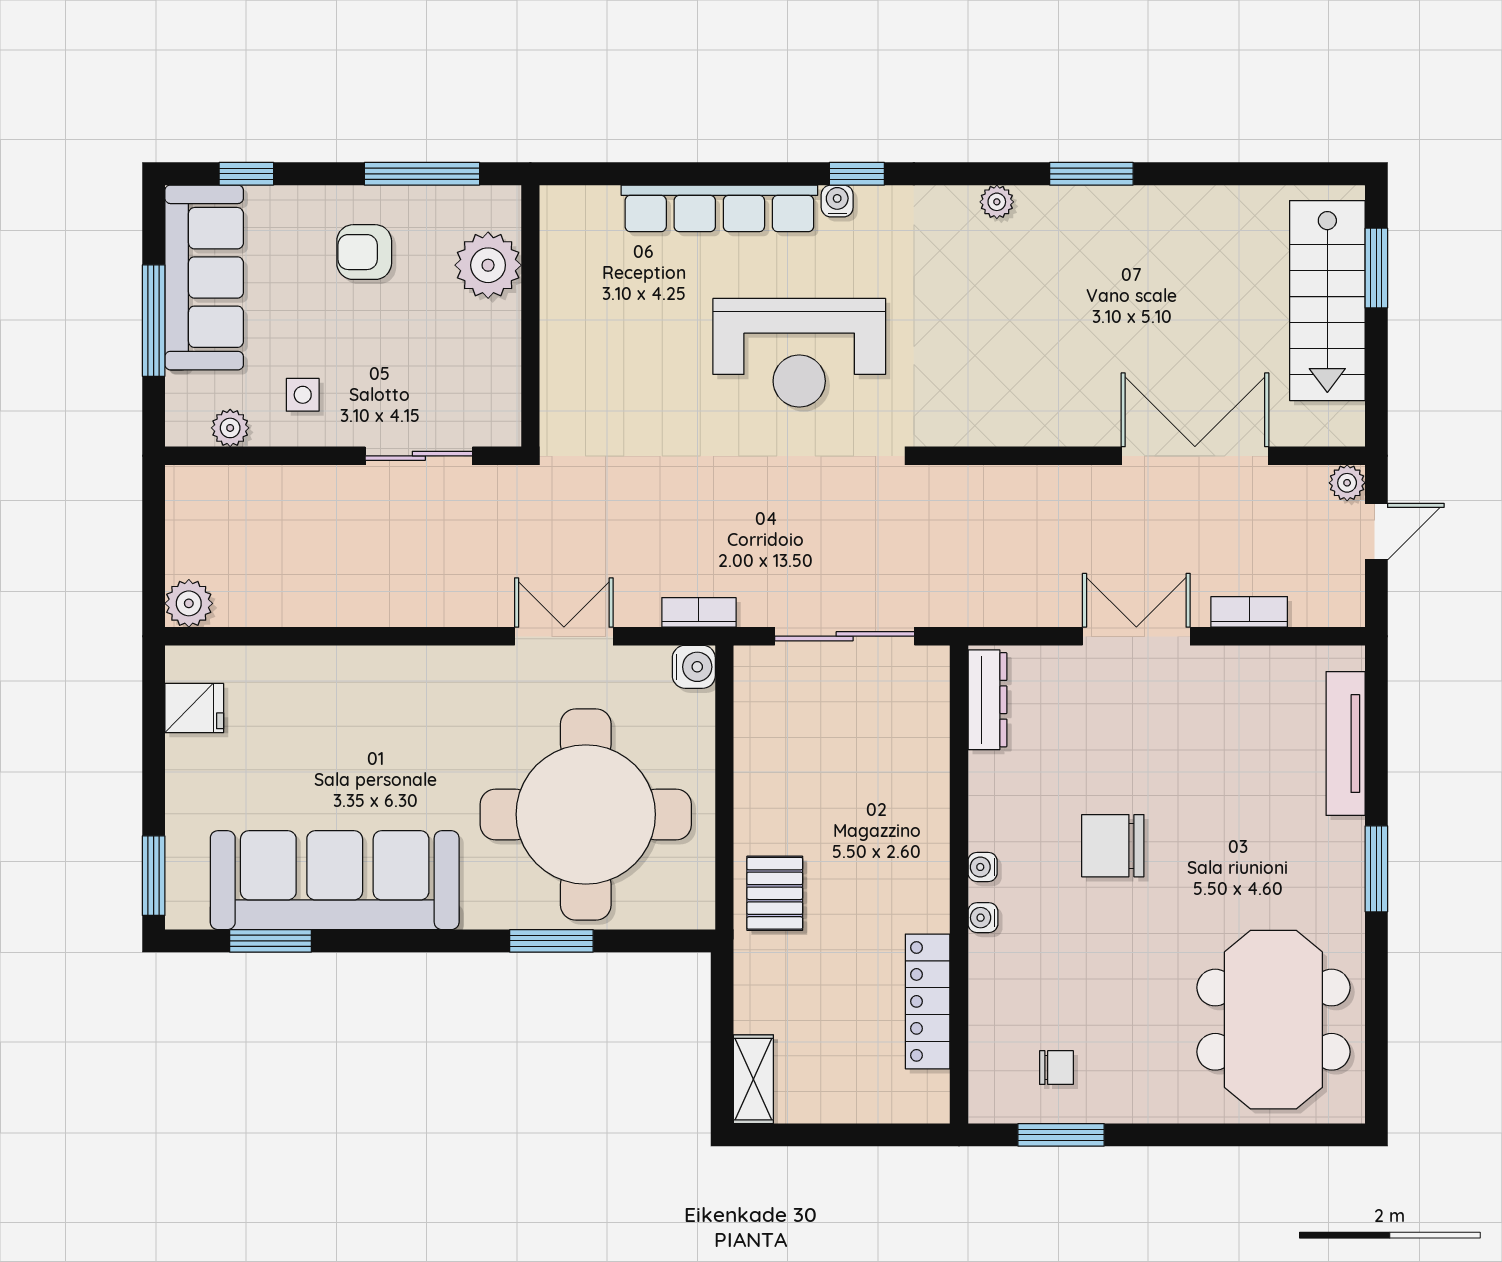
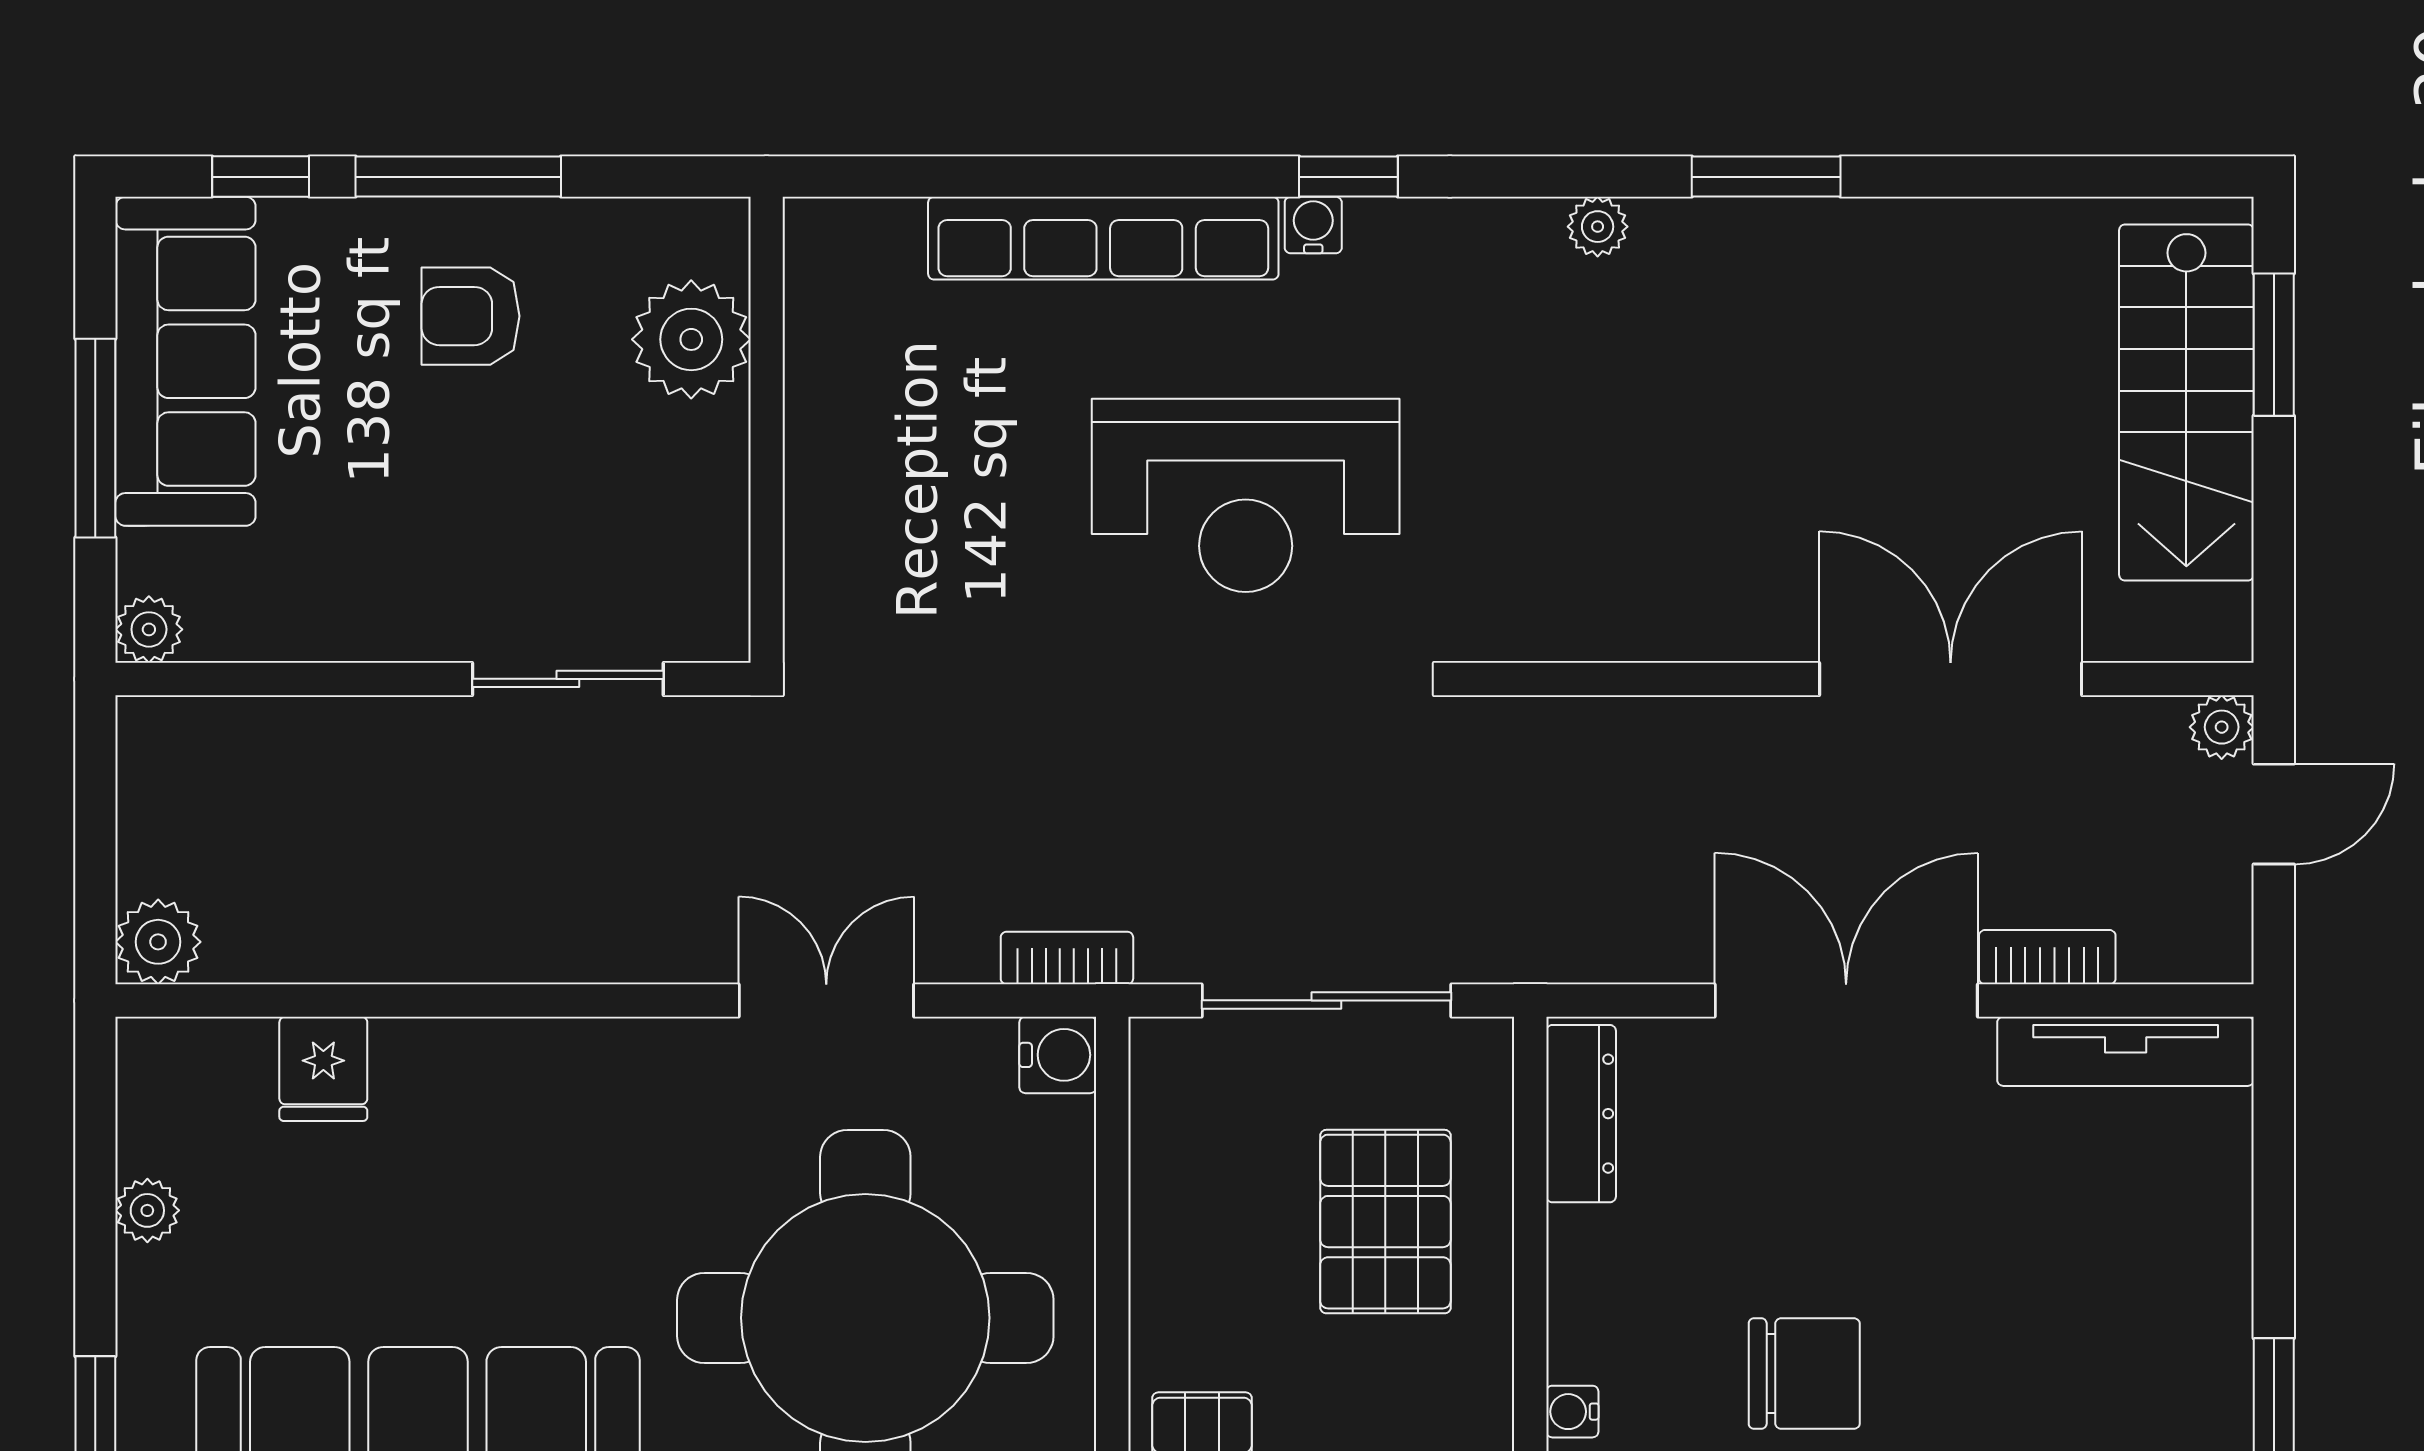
window: (422, 174) -> (458, 177), moved
side table: (303, 395) -> (361, 570), removed
plant: (230, 428) -> (149, 629), moved
double door: (1136, 636) -> (1846, 1000), width x1.37
fridge: (194, 708) -> (323, 1069), moved, turned 90
tv unit: (1346, 744) -> (2126, 1051), moved, turned -90
plant: (183, 754) -> (147, 1210), added
pallet: (878, 760) -> (1385, 1222), added
chair: (1113, 846) -> (1804, 1374), turned 180

